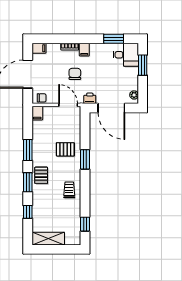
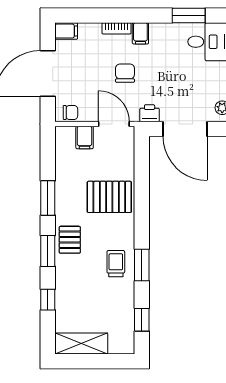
filing cabinet: (37, 113) -> (85, 138), moved
pallet: (65, 149) -> (109, 197), width x1.50, depth x1.42
window: (85, 159) -> (142, 265), moved

